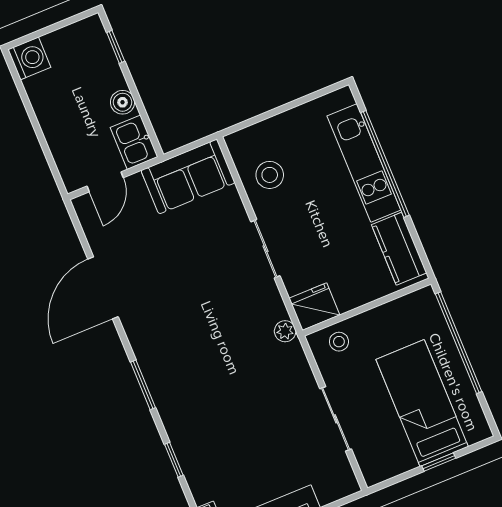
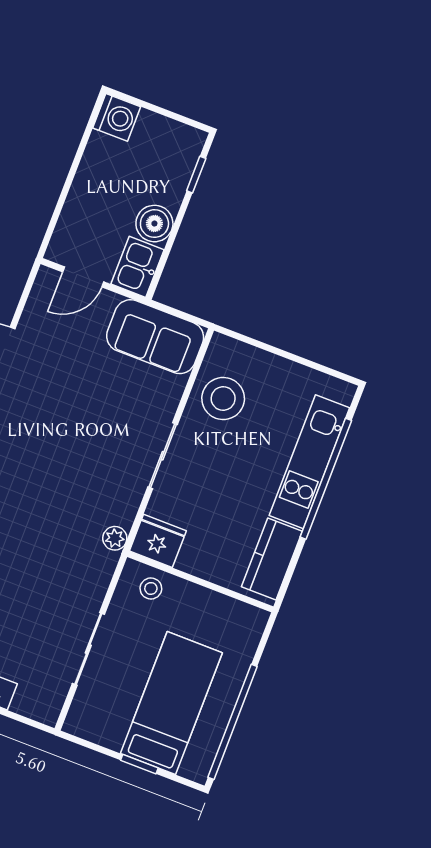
boiler: (123, 102) -> (154, 224), width x1.36, depth x1.36
stool: (270, 175) -> (223, 399), width x1.38, depth x1.38
window: (459, 343) -> (233, 722), moved

